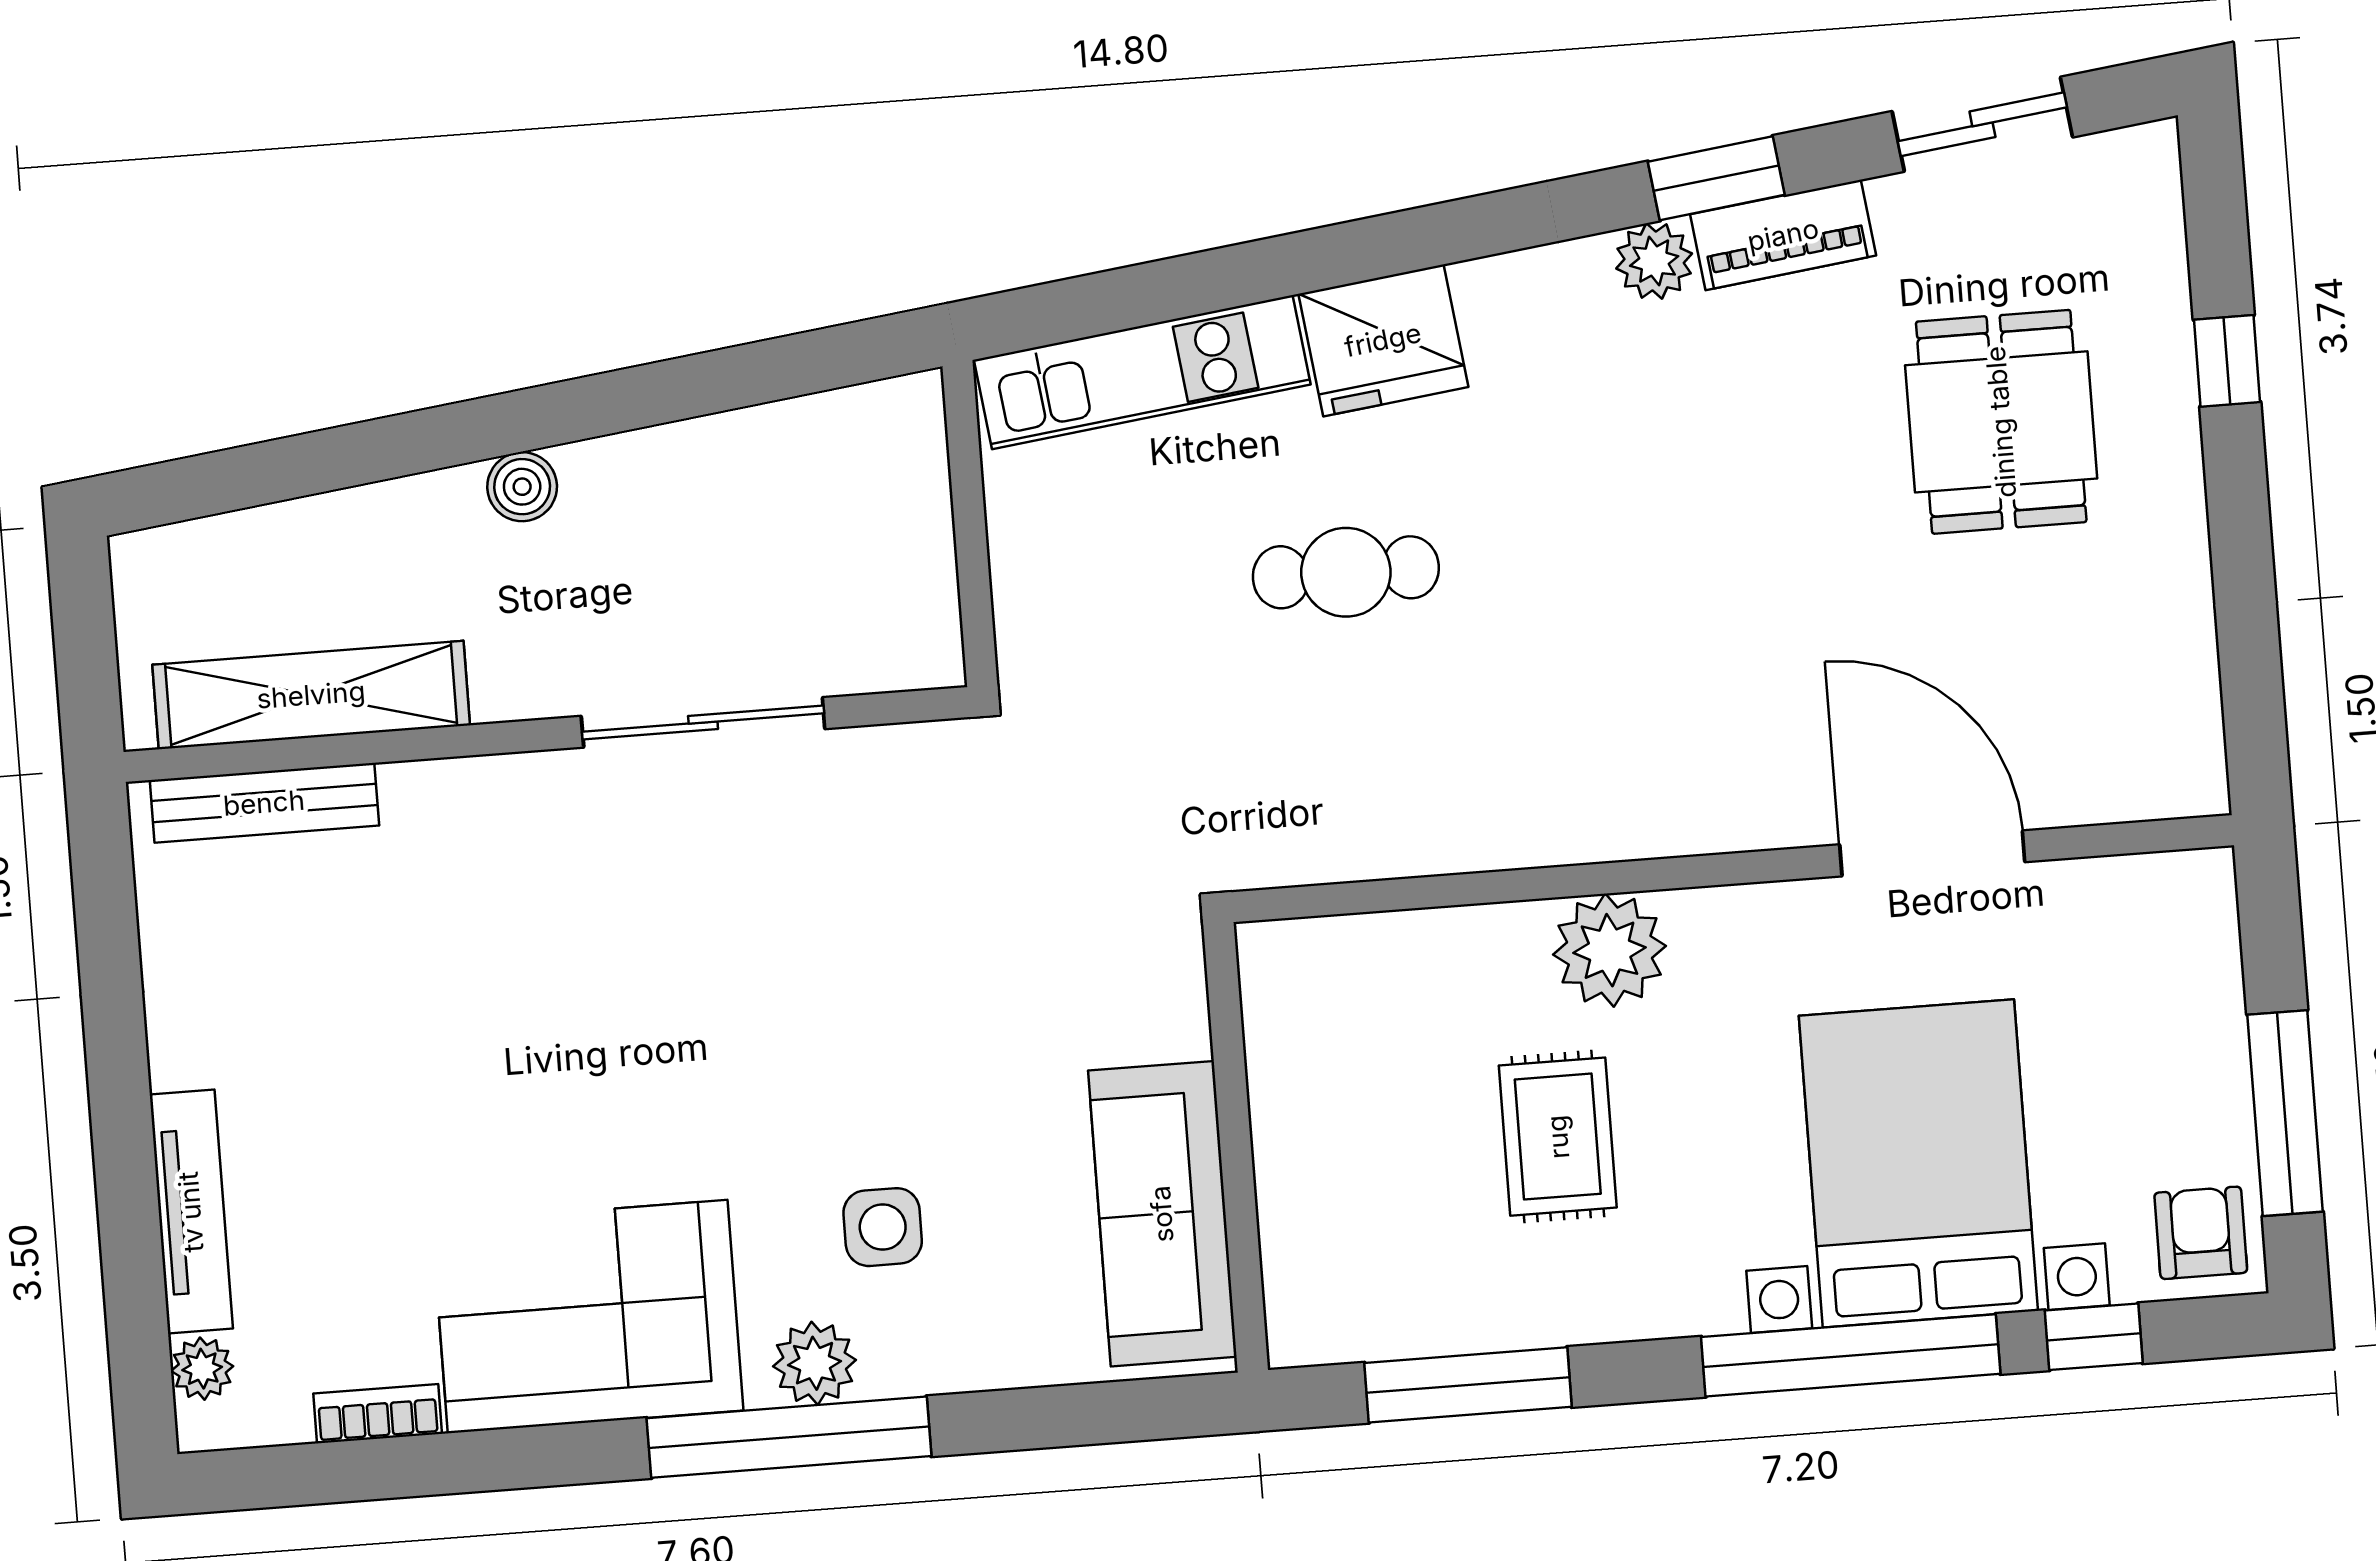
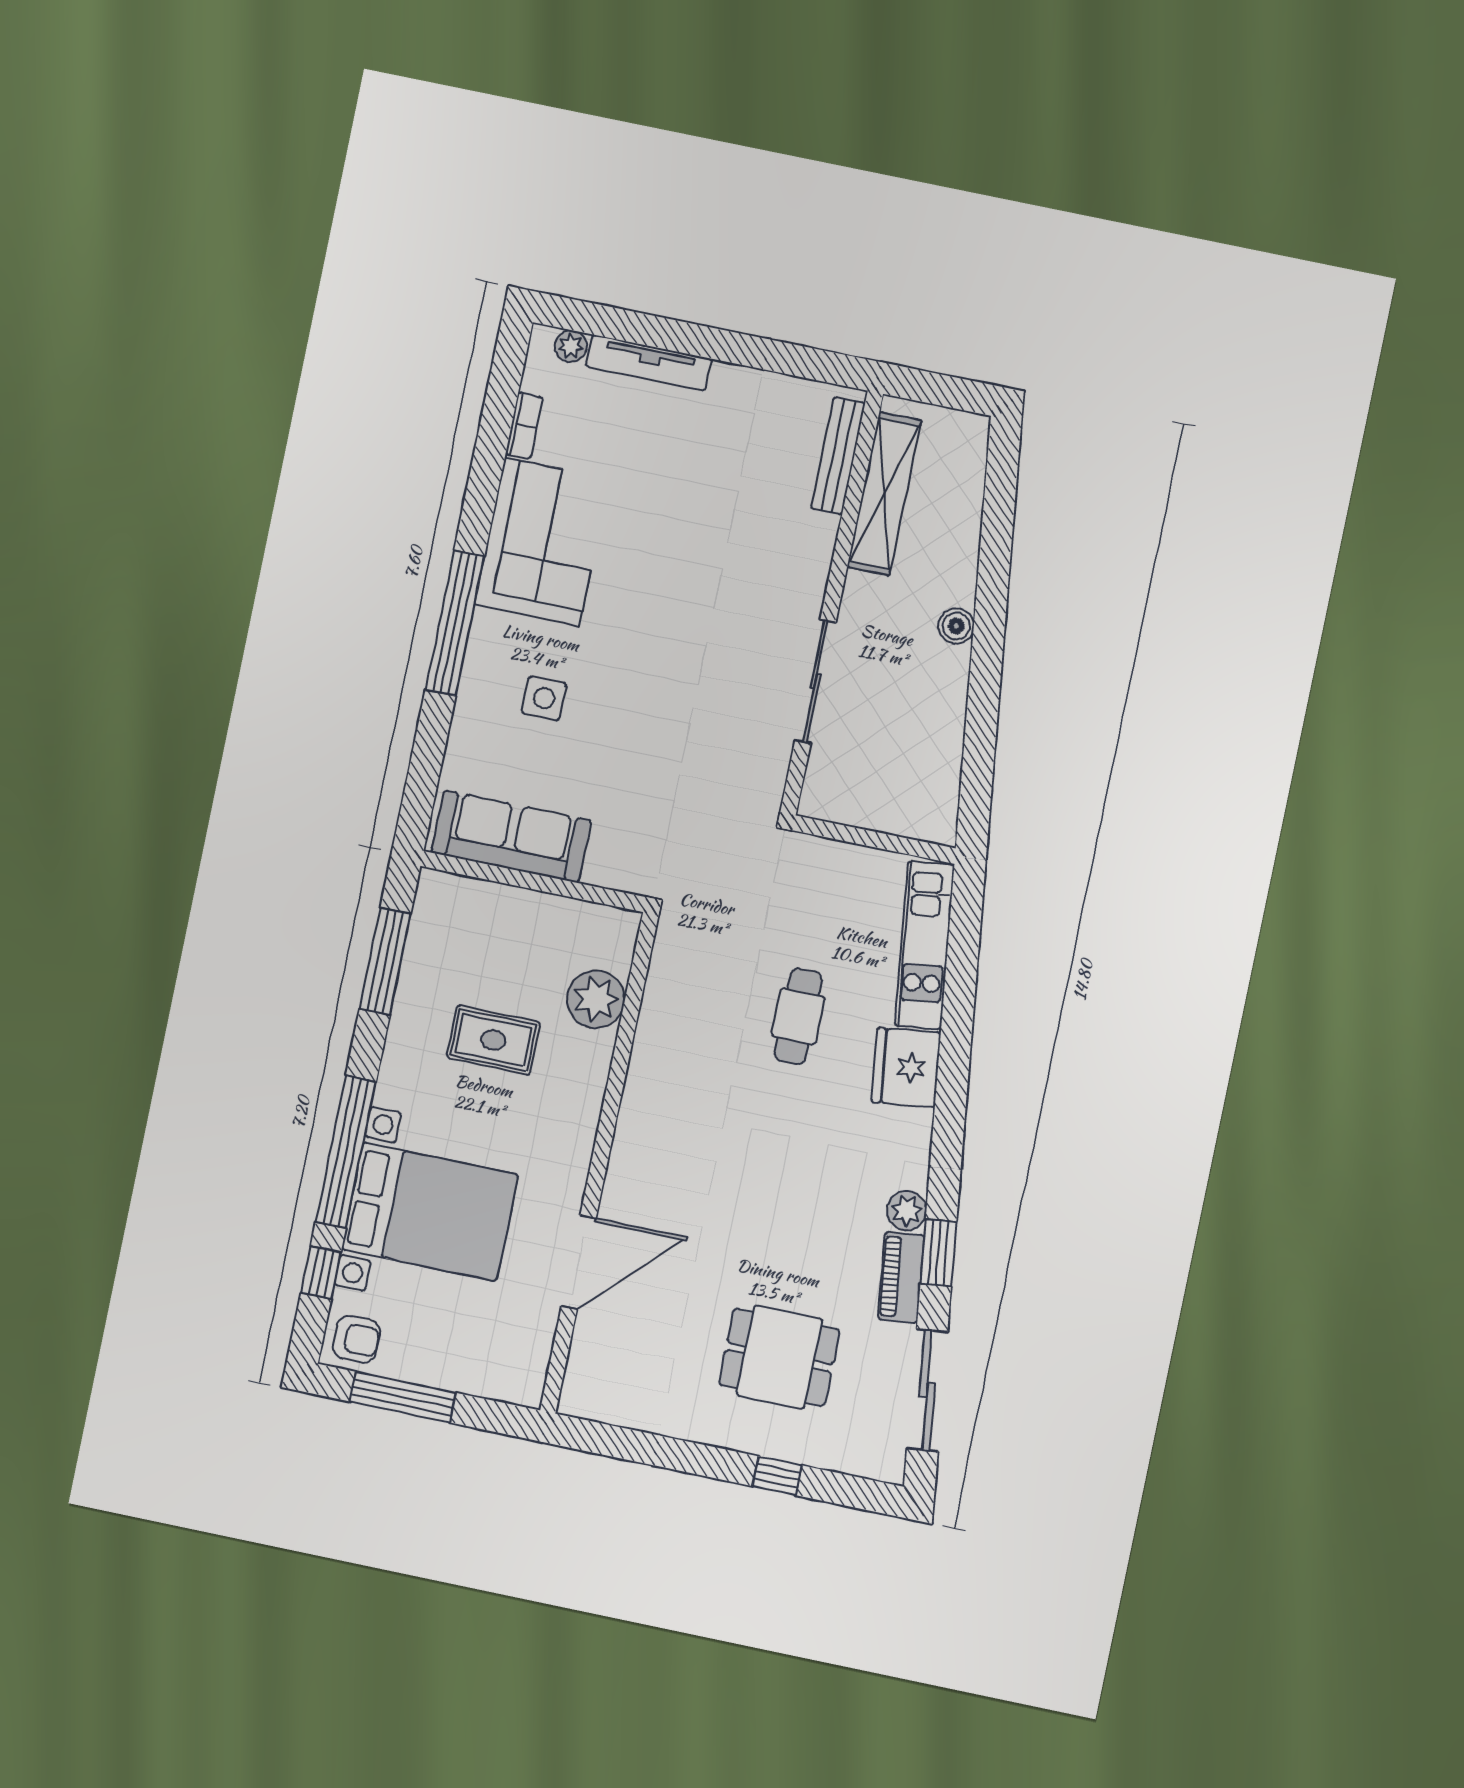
sliding door: (1982, 124) -> (927, 1390), width x1.37
plant: (1610, 950) -> (596, 999), moved
plant: (815, 1363) -> (487, 646), removed

